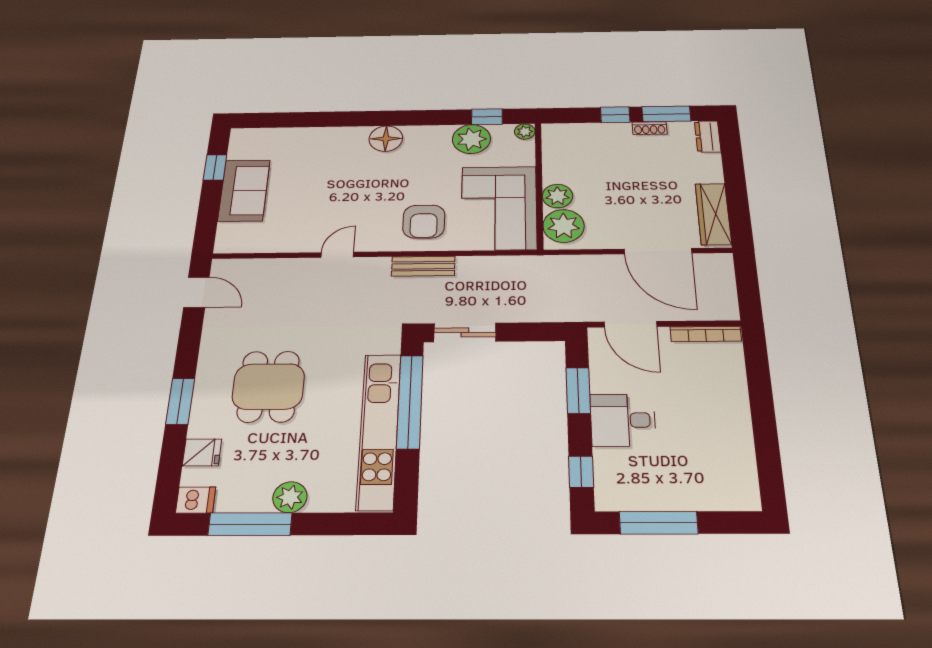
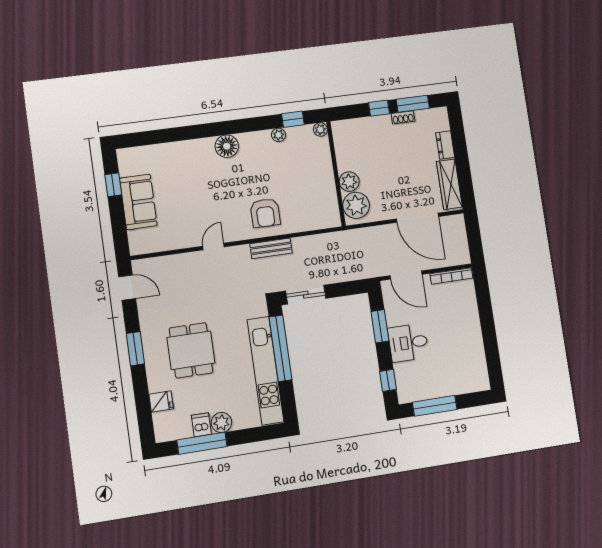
dresser: (708, 137) -> (445, 145), moved
plant: (471, 139) -> (279, 135), width x0.53, depth x0.53
corner sofa: (499, 208) -> (313, 196), removed
window: (180, 401) -> (135, 349), moved
dishwasher: (196, 500) -> (201, 425), moved, turned -90

